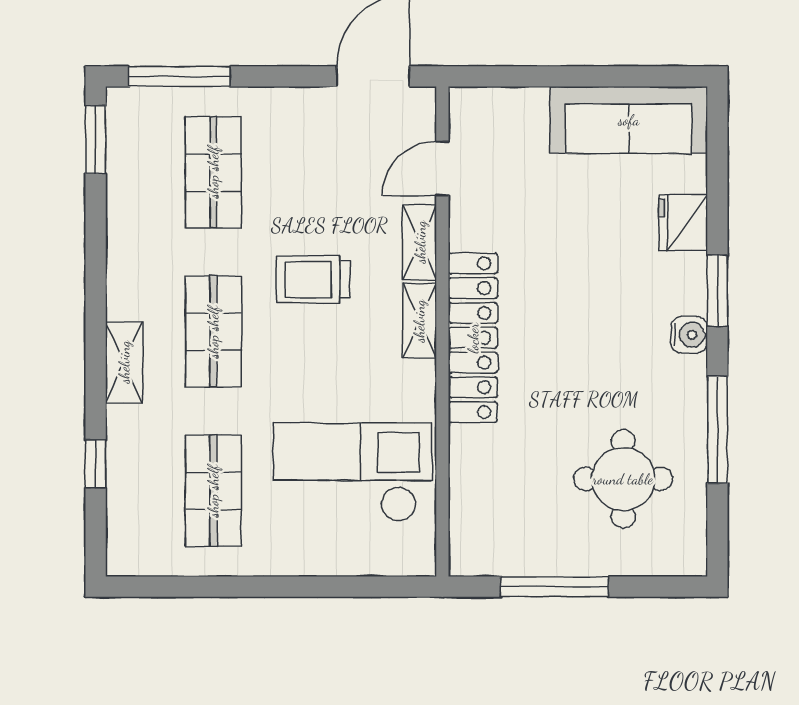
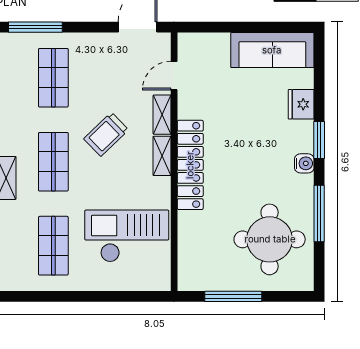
trolley: (313, 280) -> (106, 134), turned -44
round table: (623, 479) -> (270, 239), width x1.36, depth x1.36

